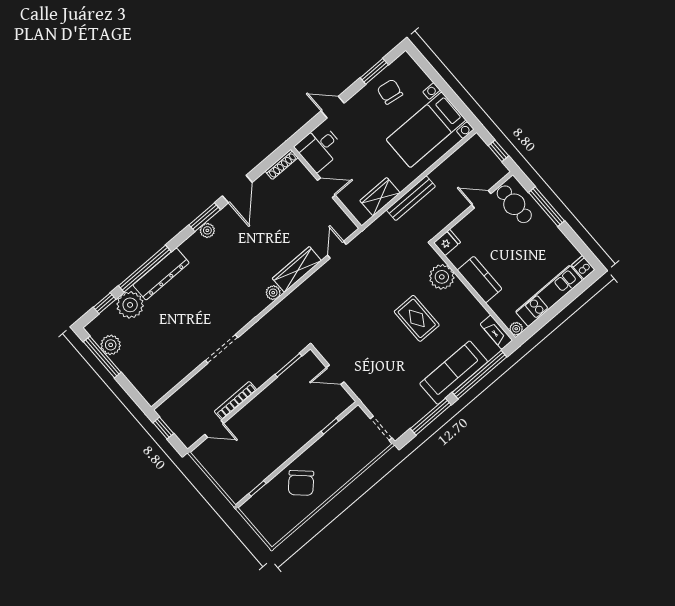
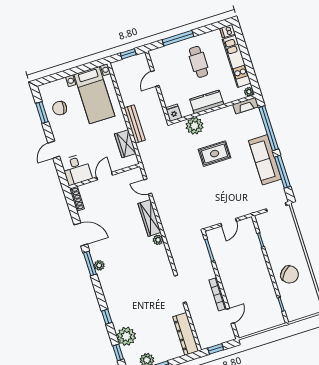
cafe table: (514, 204) -> (199, 62), moved, turned 90
window: (145, 269) -> (107, 317), width x0.32
dresser: (161, 274) -> (186, 334), moved, turned 180
sofa: (454, 373) -> (265, 160), moved

